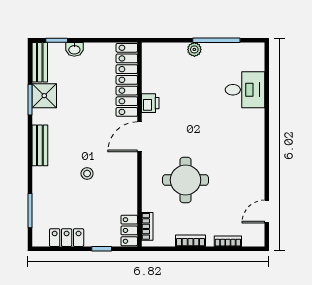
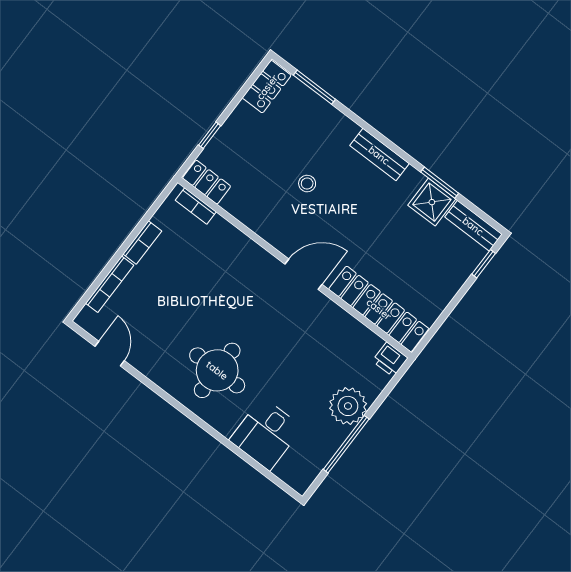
washbasin: (74, 49) -> (458, 276), removed
plant: (194, 49) -> (348, 406), width x1.88, depth x1.88
printer: (150, 103) -> (390, 359), moved
door: (140, 137) -> (303, 274), hinge flipped
round table: (185, 180) -> (217, 370), moved
locker: (67, 238) -> (267, 87), moved
bookcase: (228, 241) -> (110, 284), width x1.56

